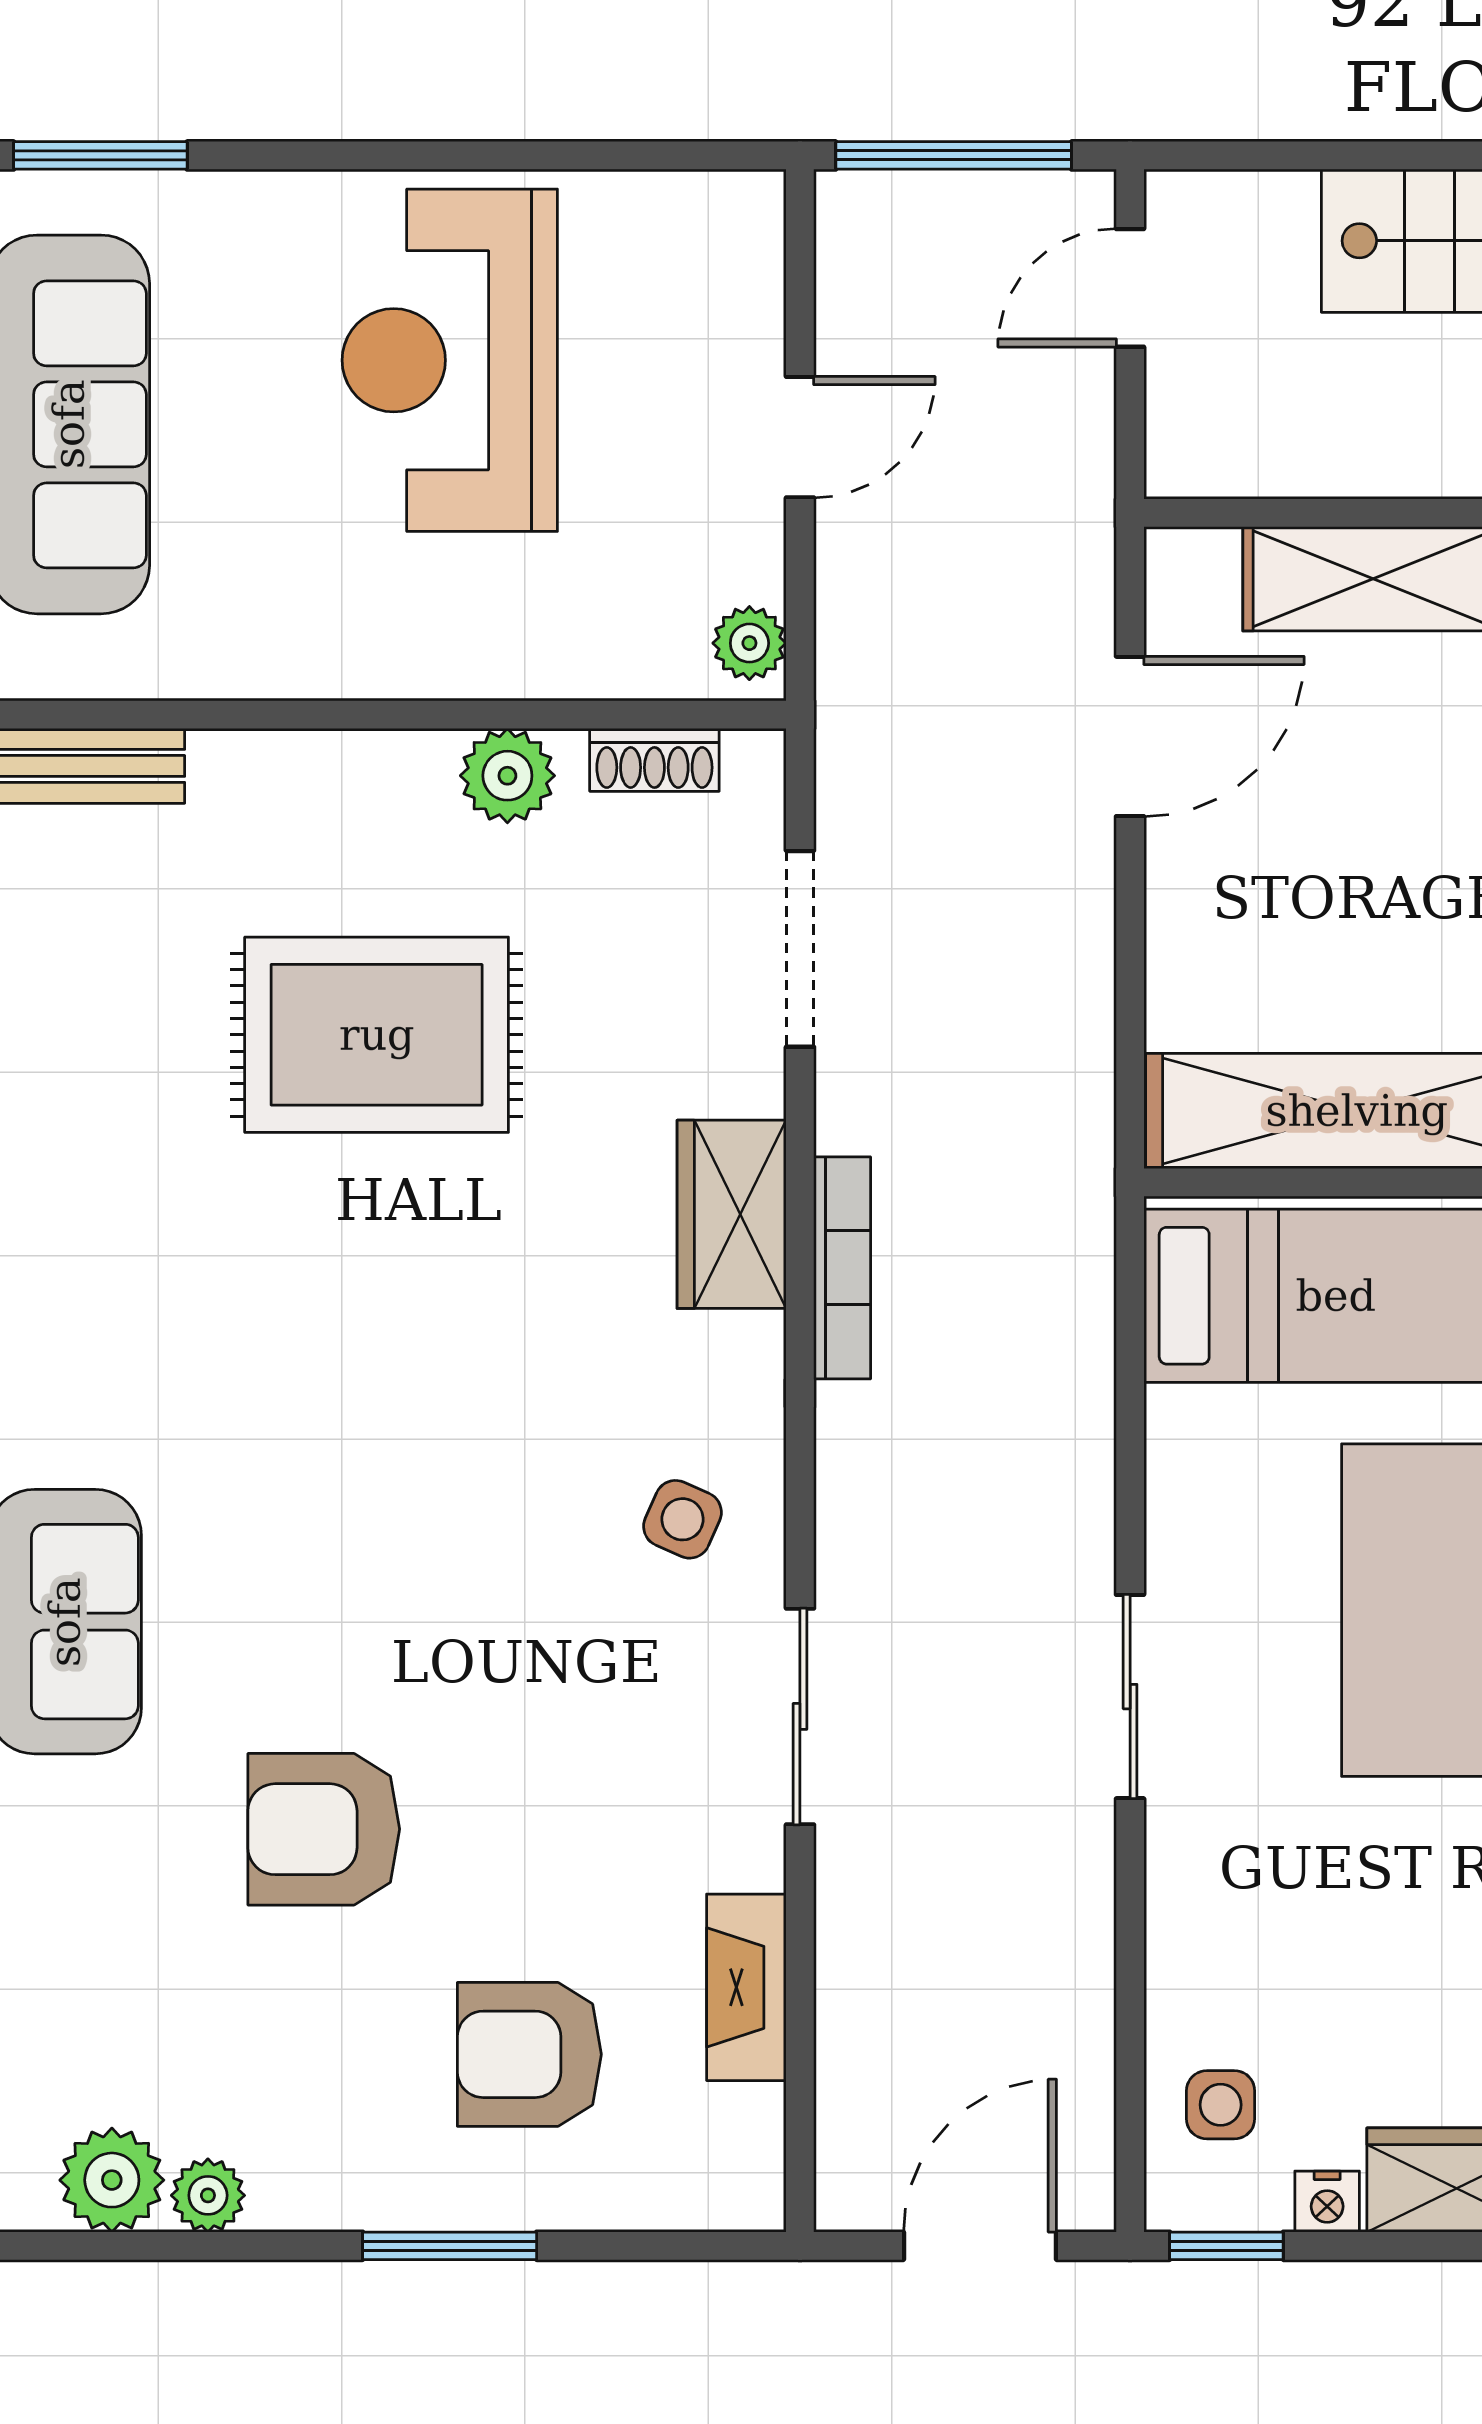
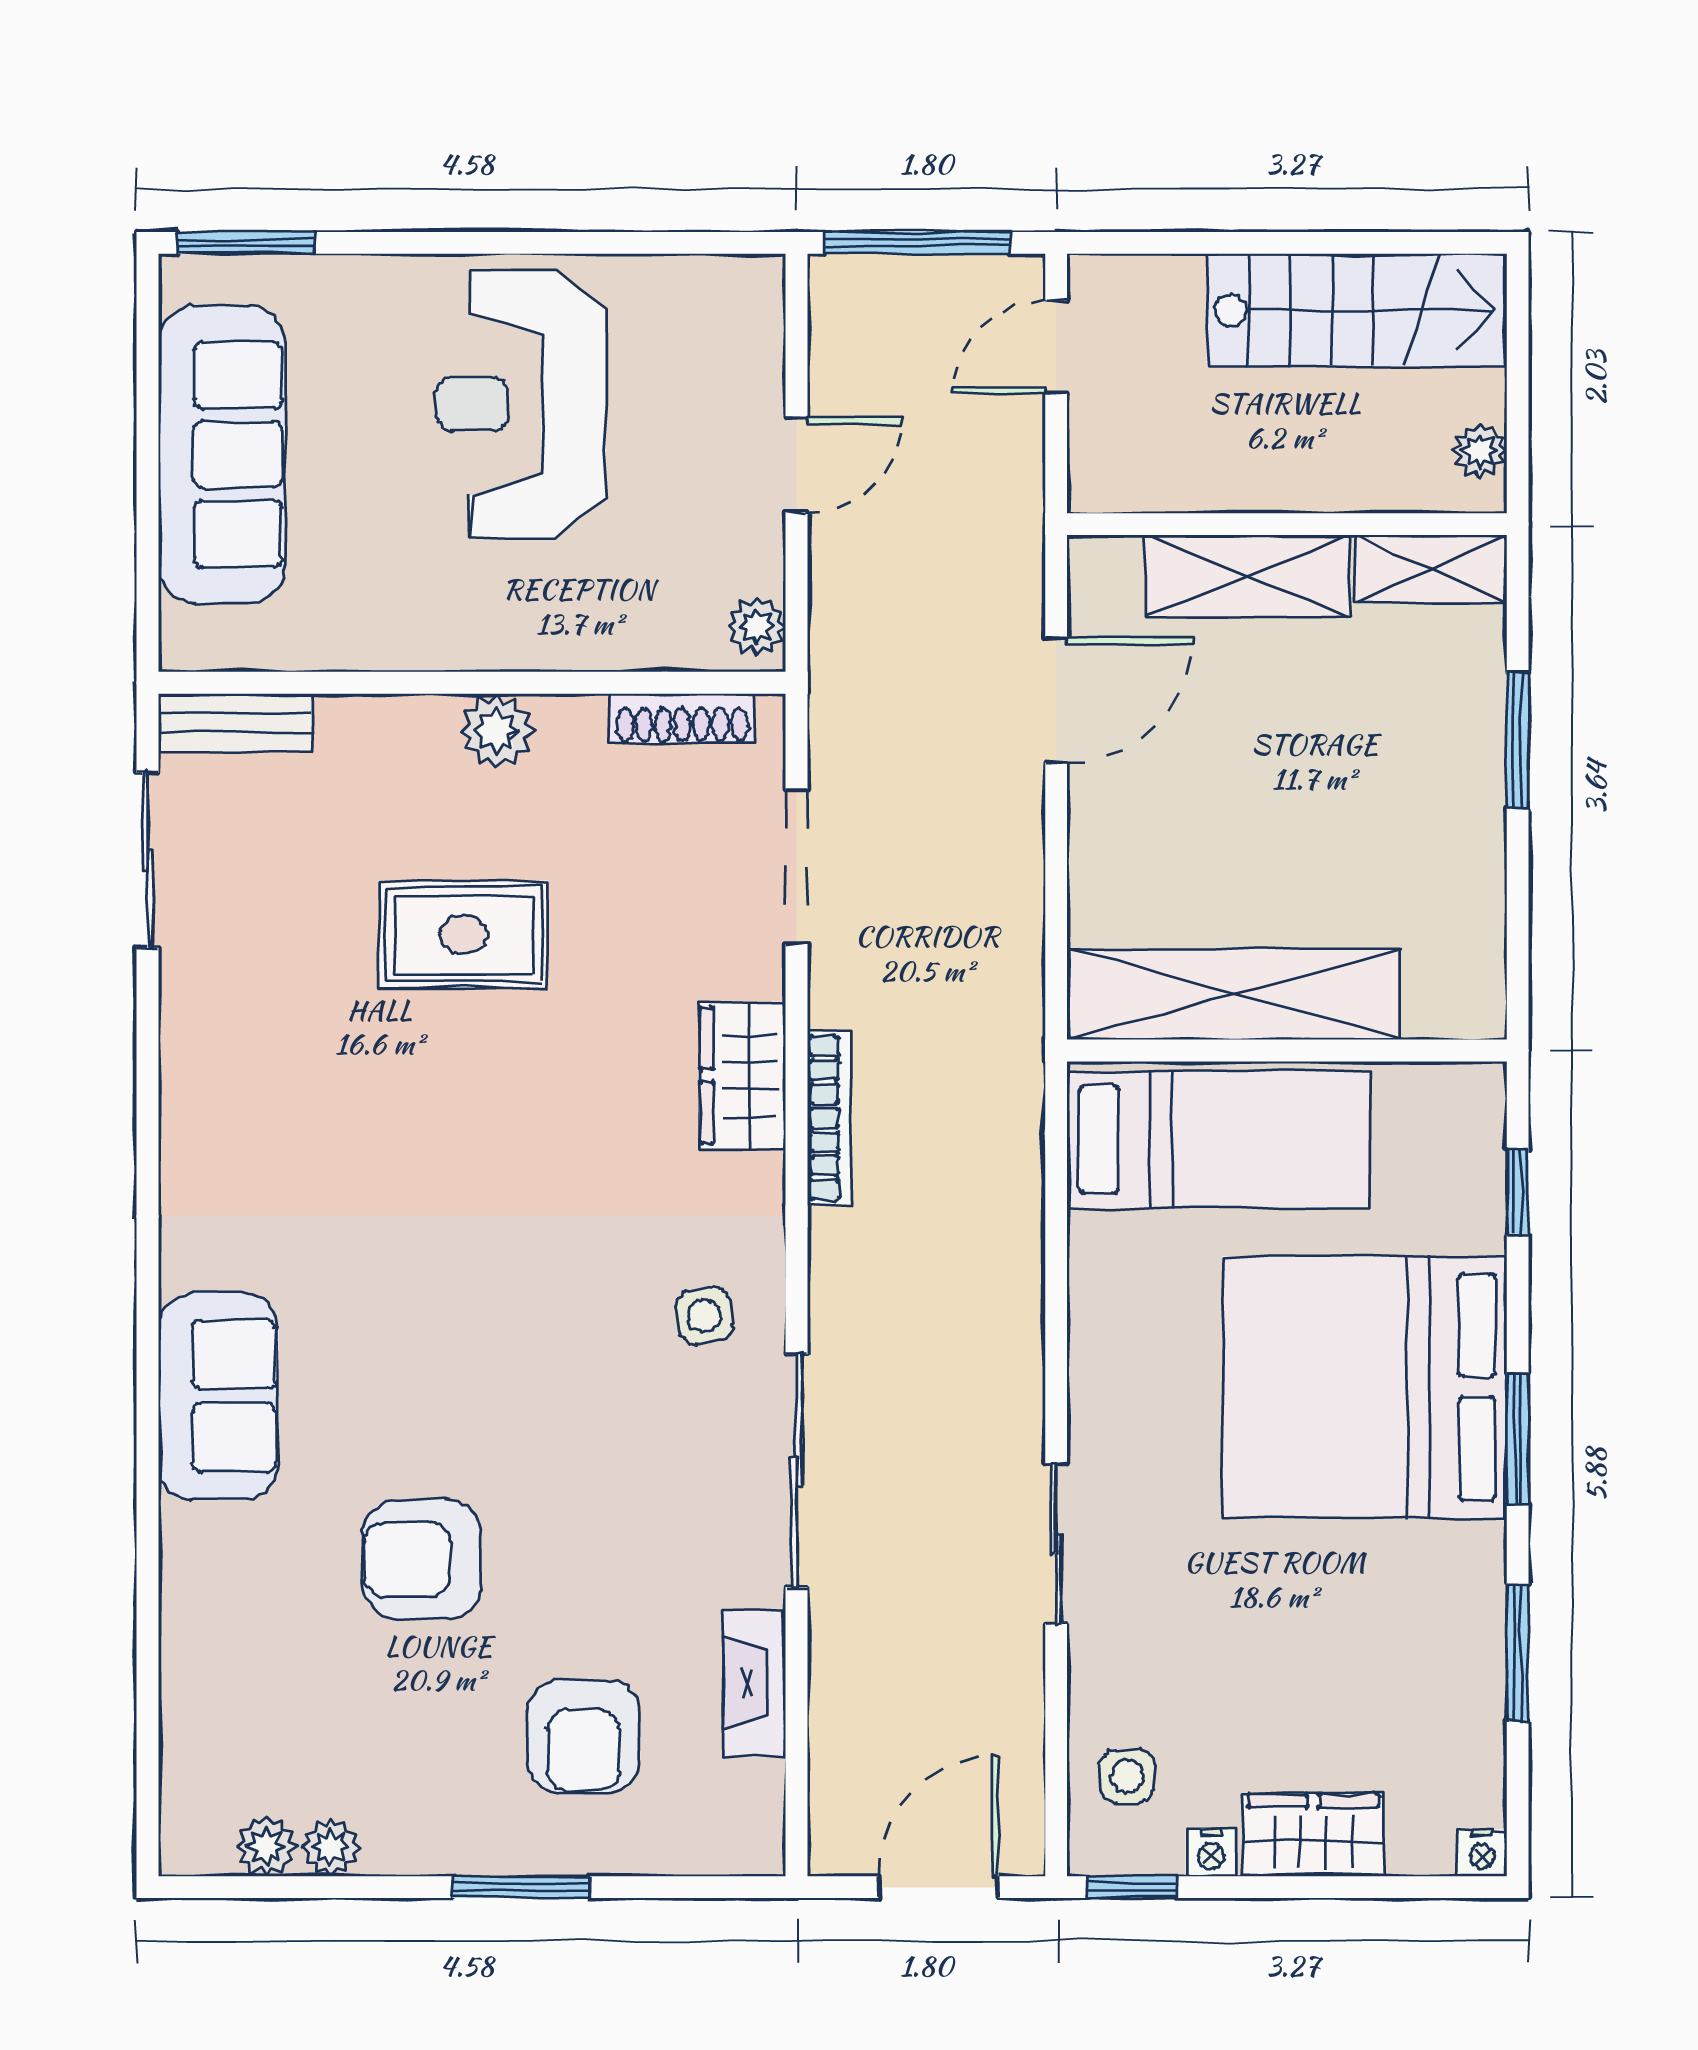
shoe rack: (654, 760) -> (682, 718), width x1.43
plant: (507, 776) -> (497, 731), moved
rug: (377, 1035) -> (463, 934), width x0.73, depth x0.70
side table: (682, 1519) -> (704, 1316), turned -35
sliding door: (1130, 1697) -> (1056, 1544), moved
sliding door: (800, 1716) -> (797, 1471), width x1.37
armchair: (529, 2054) -> (584, 1736), turned -90
plant: (112, 2180) -> (266, 1846), width x0.73, depth x0.73

